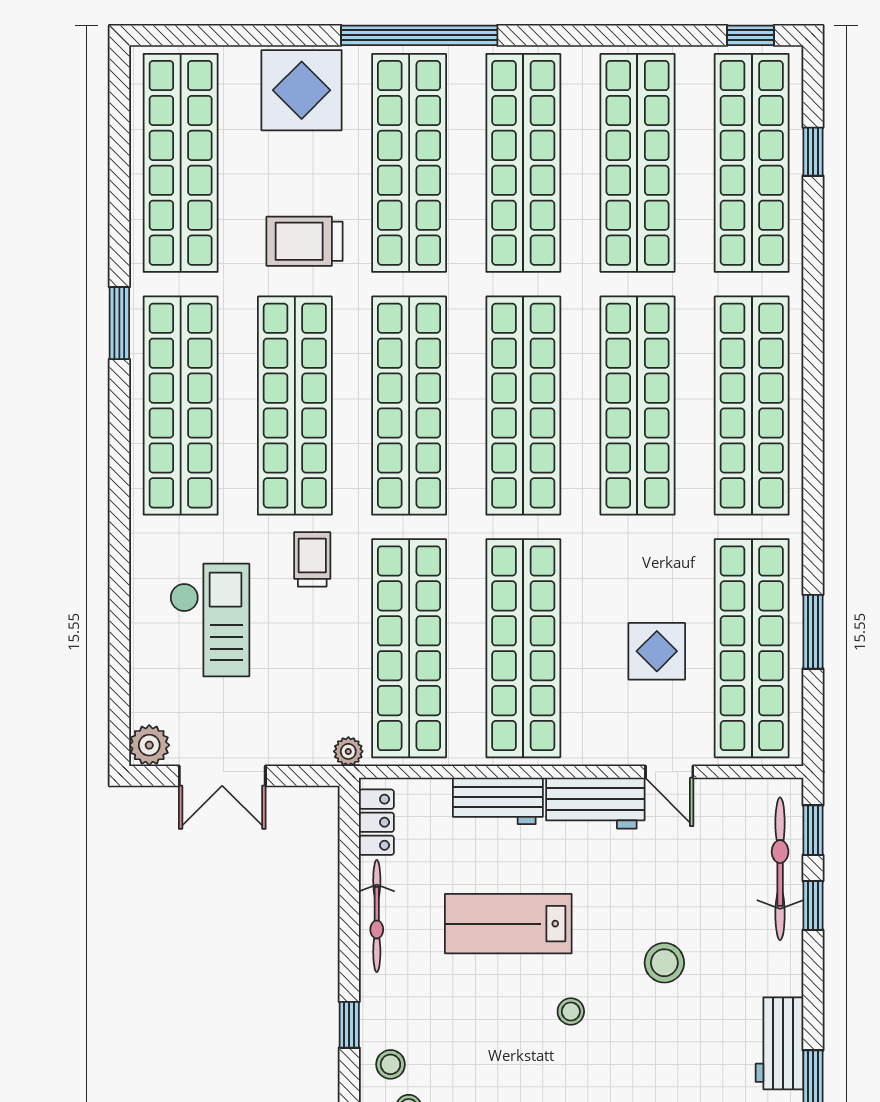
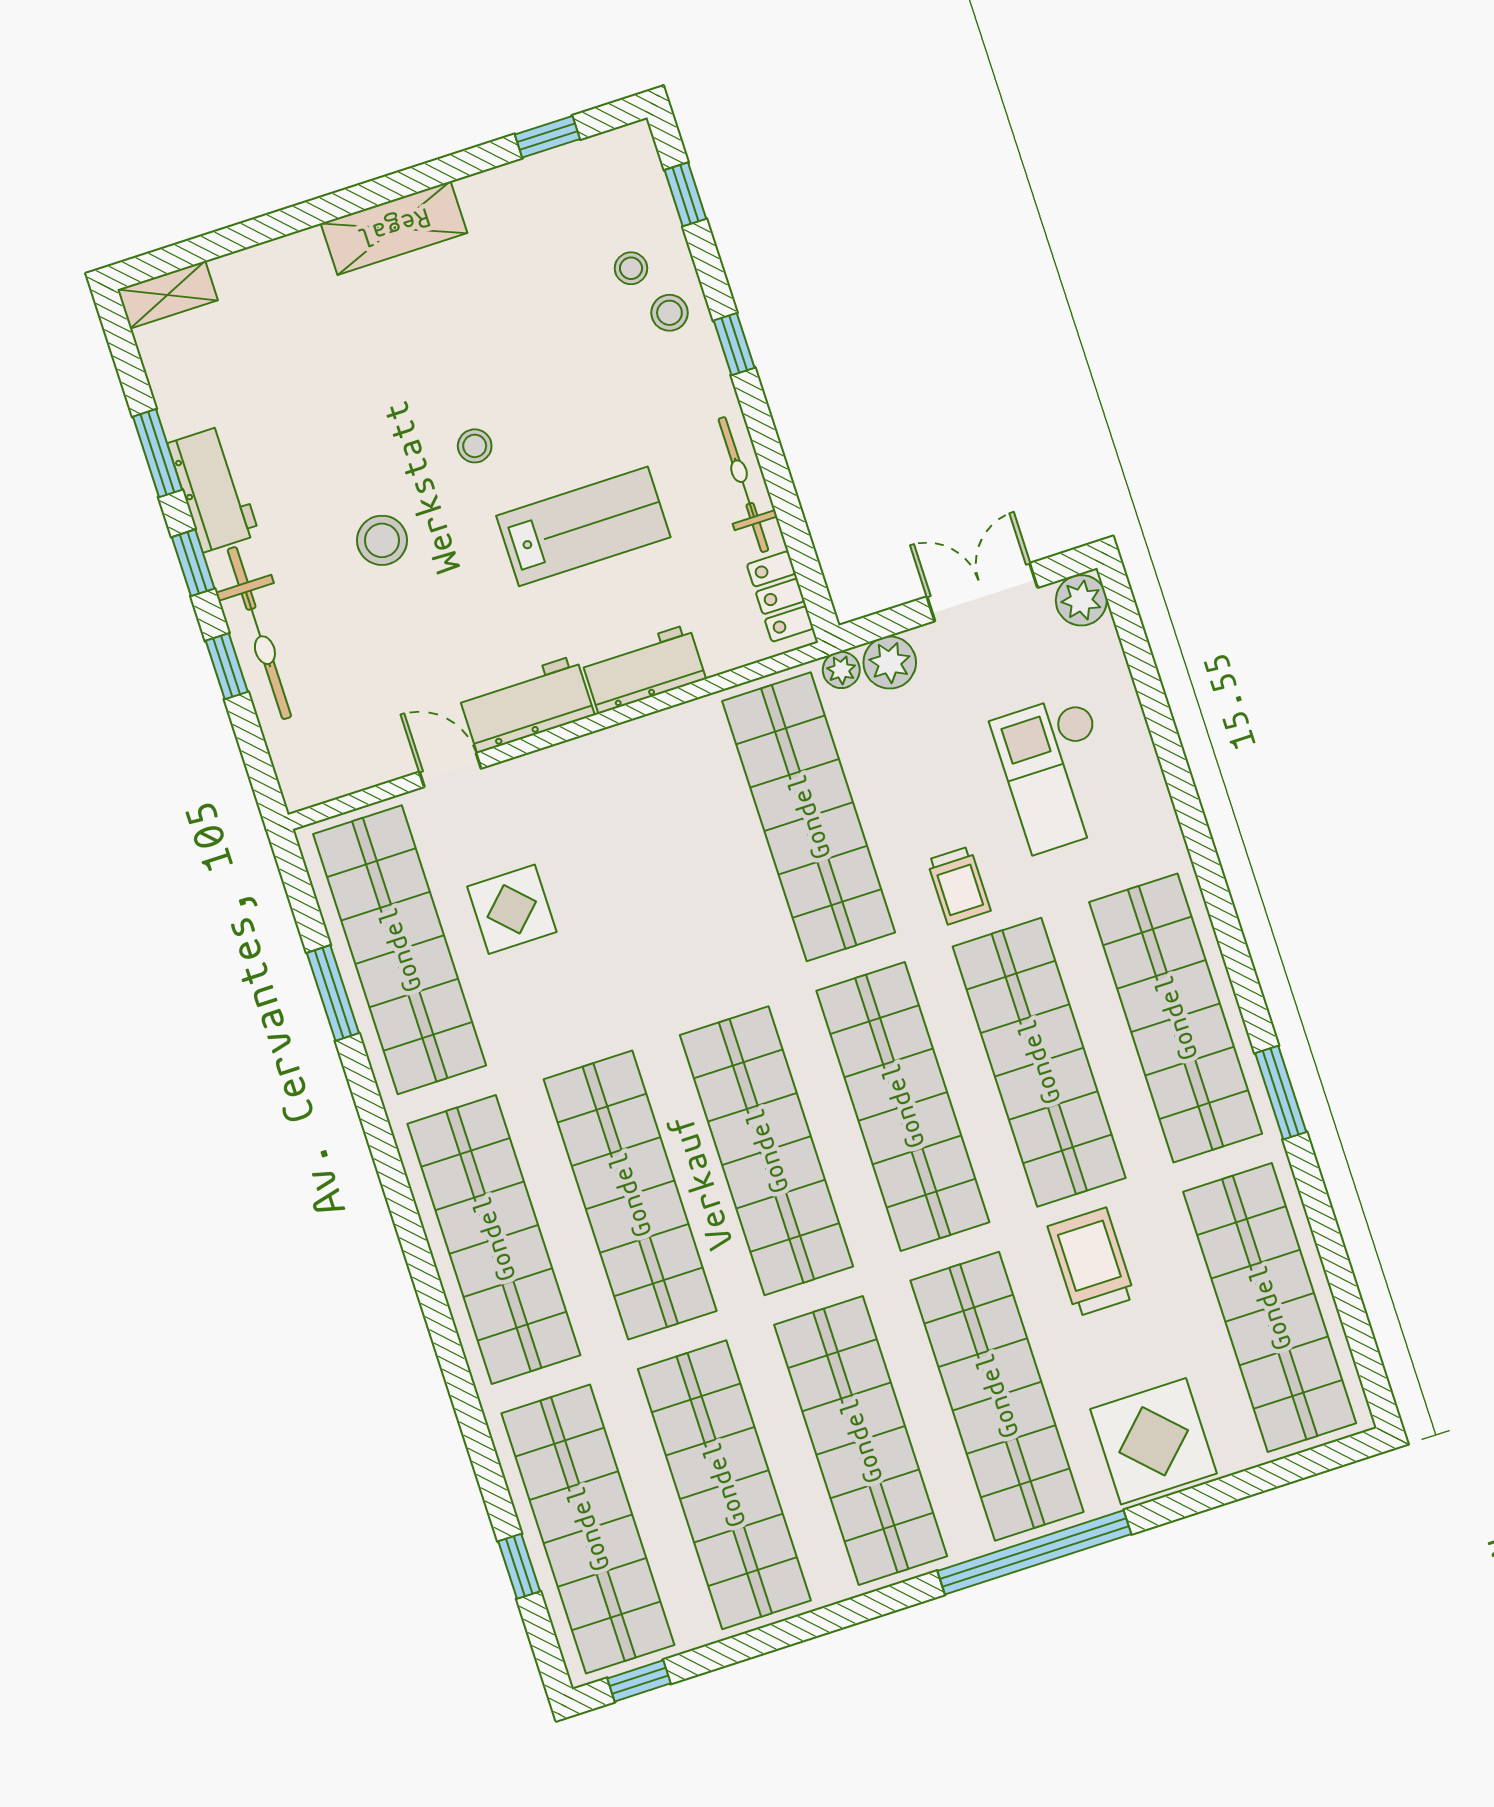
trolley: (304, 241) -> (1091, 1262), turned -90
shop shelf: (523, 648) -> (672, 861), removed
plant: (310, 745) -> (890, 663), added
window: (813, 830) -> (193, 563), moved
bicycle: (780, 869) -> (259, 633), moved

